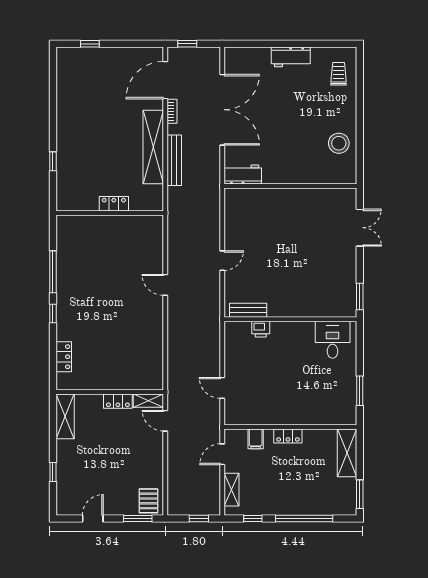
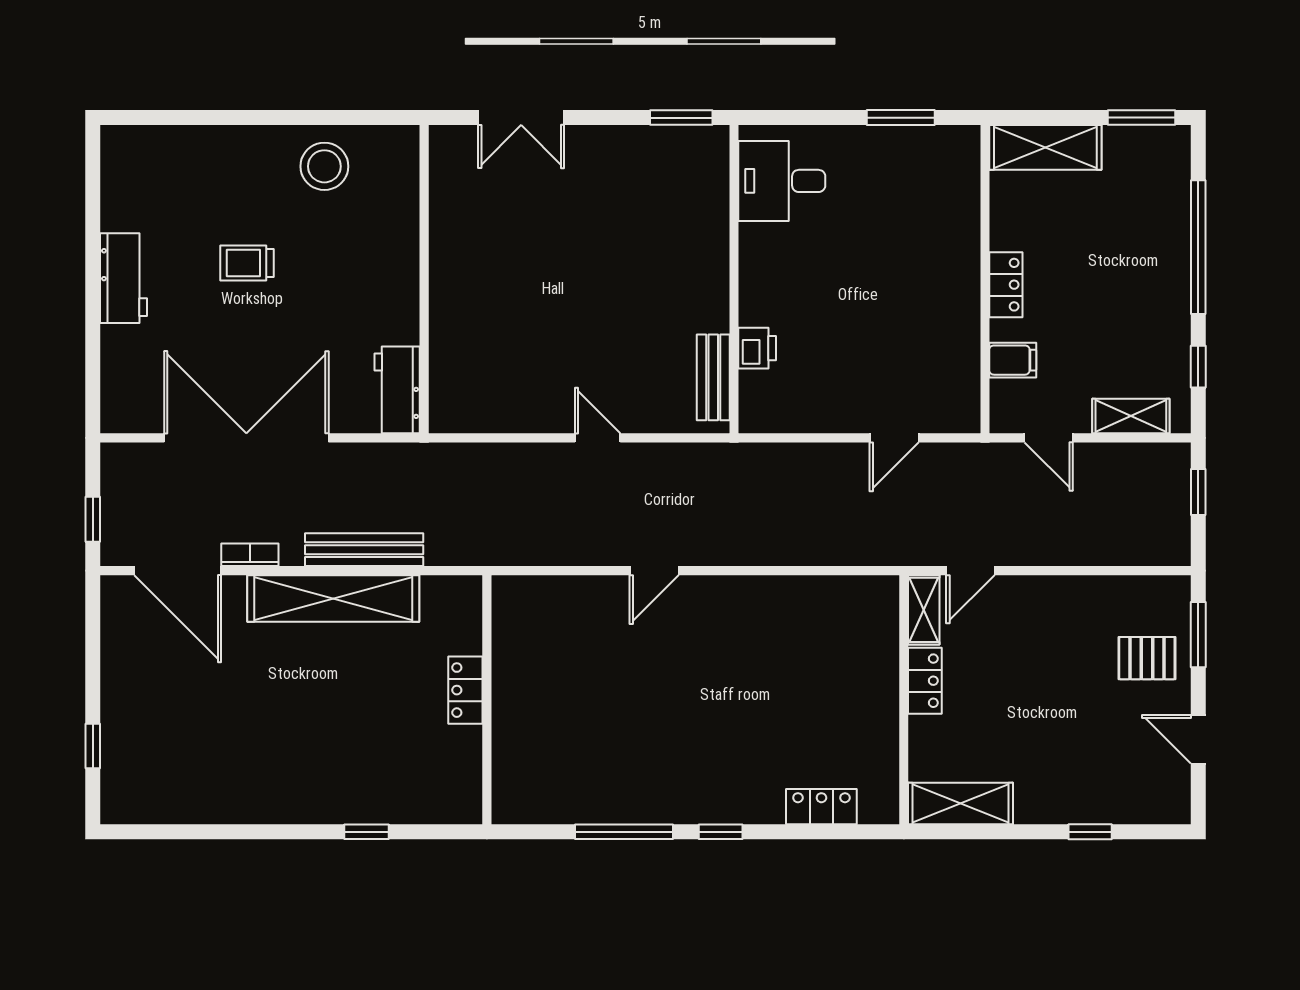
trolley: (339, 74) -> (247, 263), moved
double door: (360, 228) -> (521, 118), swing flipped
pallet: (148, 501) -> (1147, 658), moved

